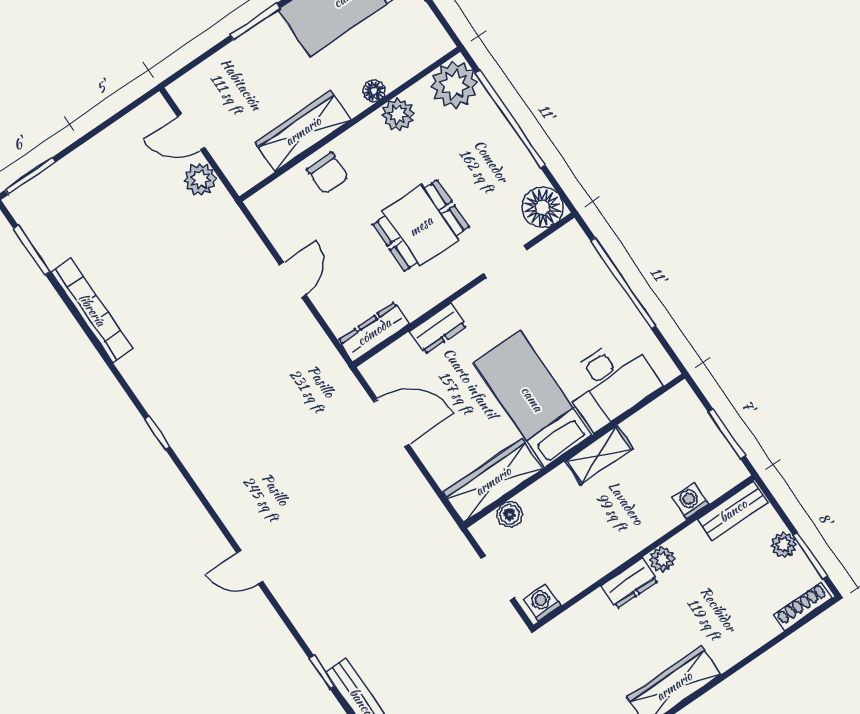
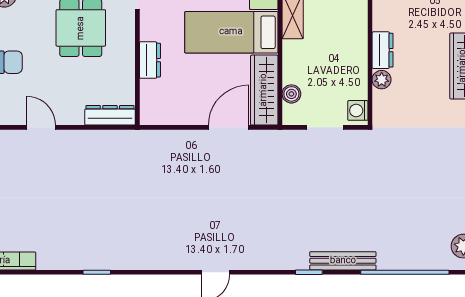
door: (293, 280) -> (41, 127), moved
dresser: (374, 332) -> (110, 115), moved, turned 90
door: (391, 423) -> (229, 127), moved
plant: (662, 559) -> (382, 80), moved

